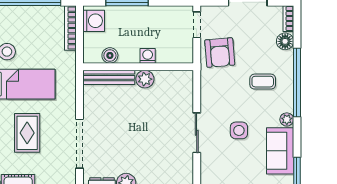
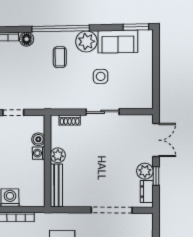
armchair: (220, 53) -> (36, 93), removed
boiler: (110, 55) -> (38, 139), moved
shoe rack: (187, 93) -> (70, 120), added
plant: (287, 119) -> (86, 41), width x1.87, depth x1.87

